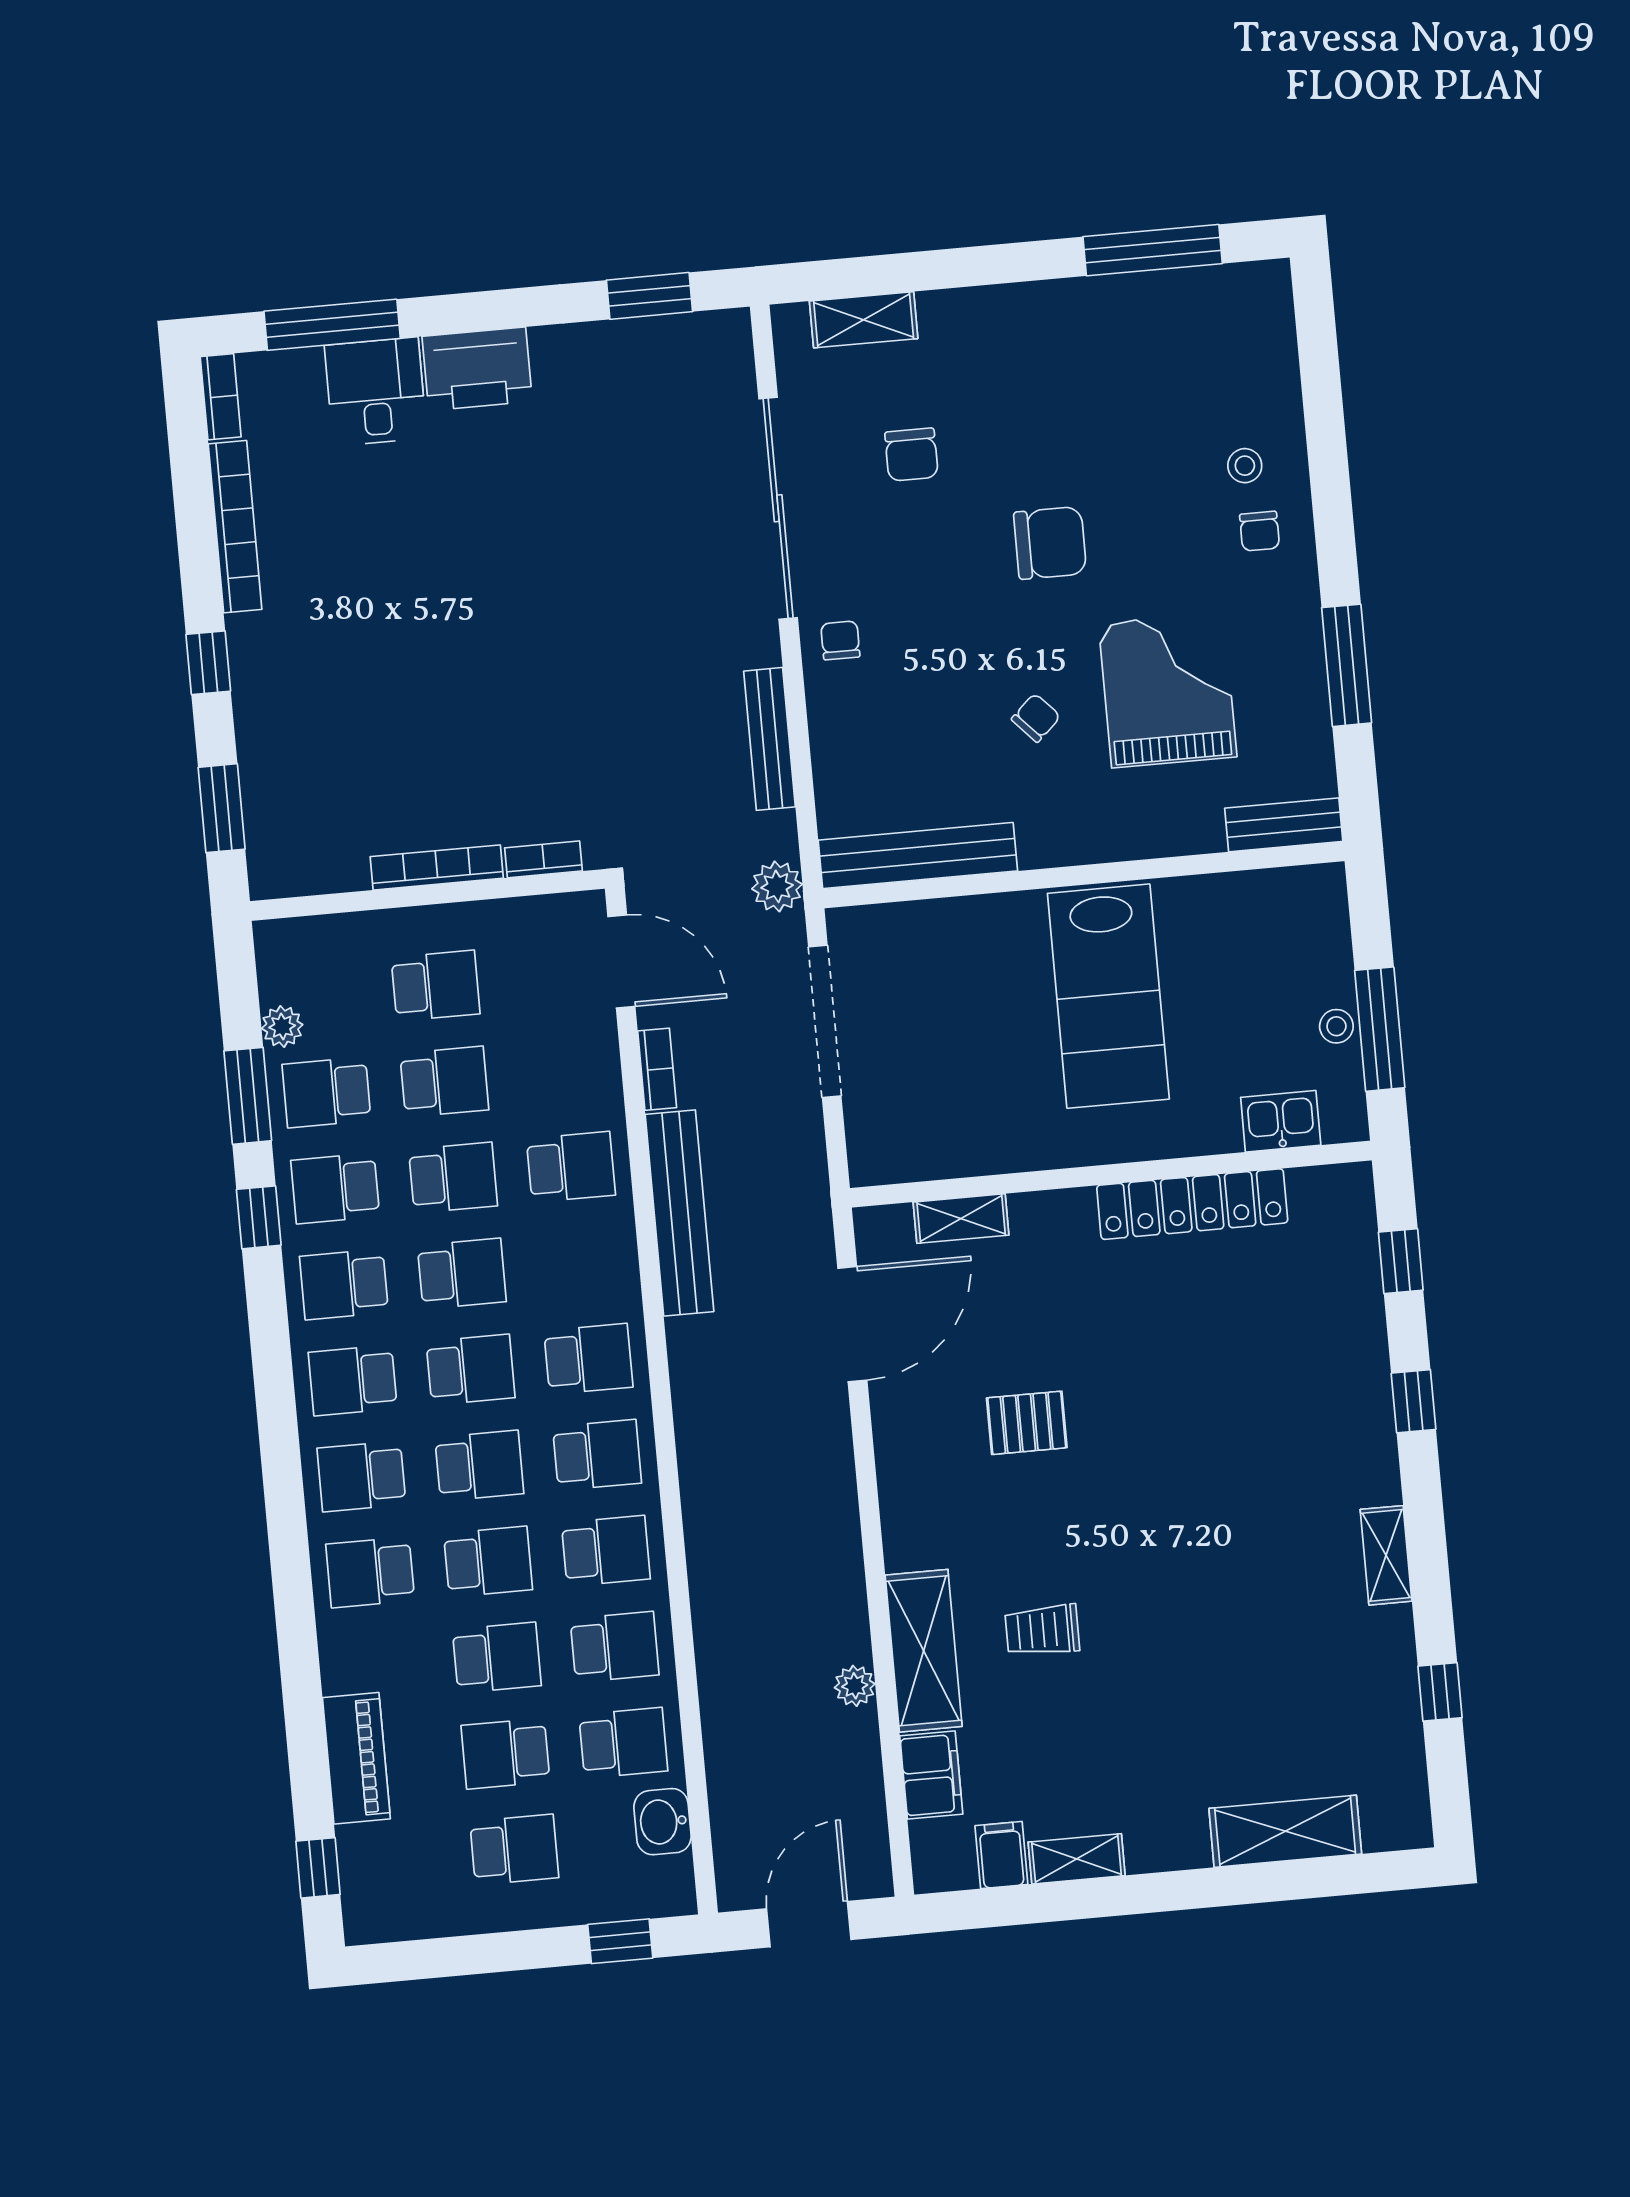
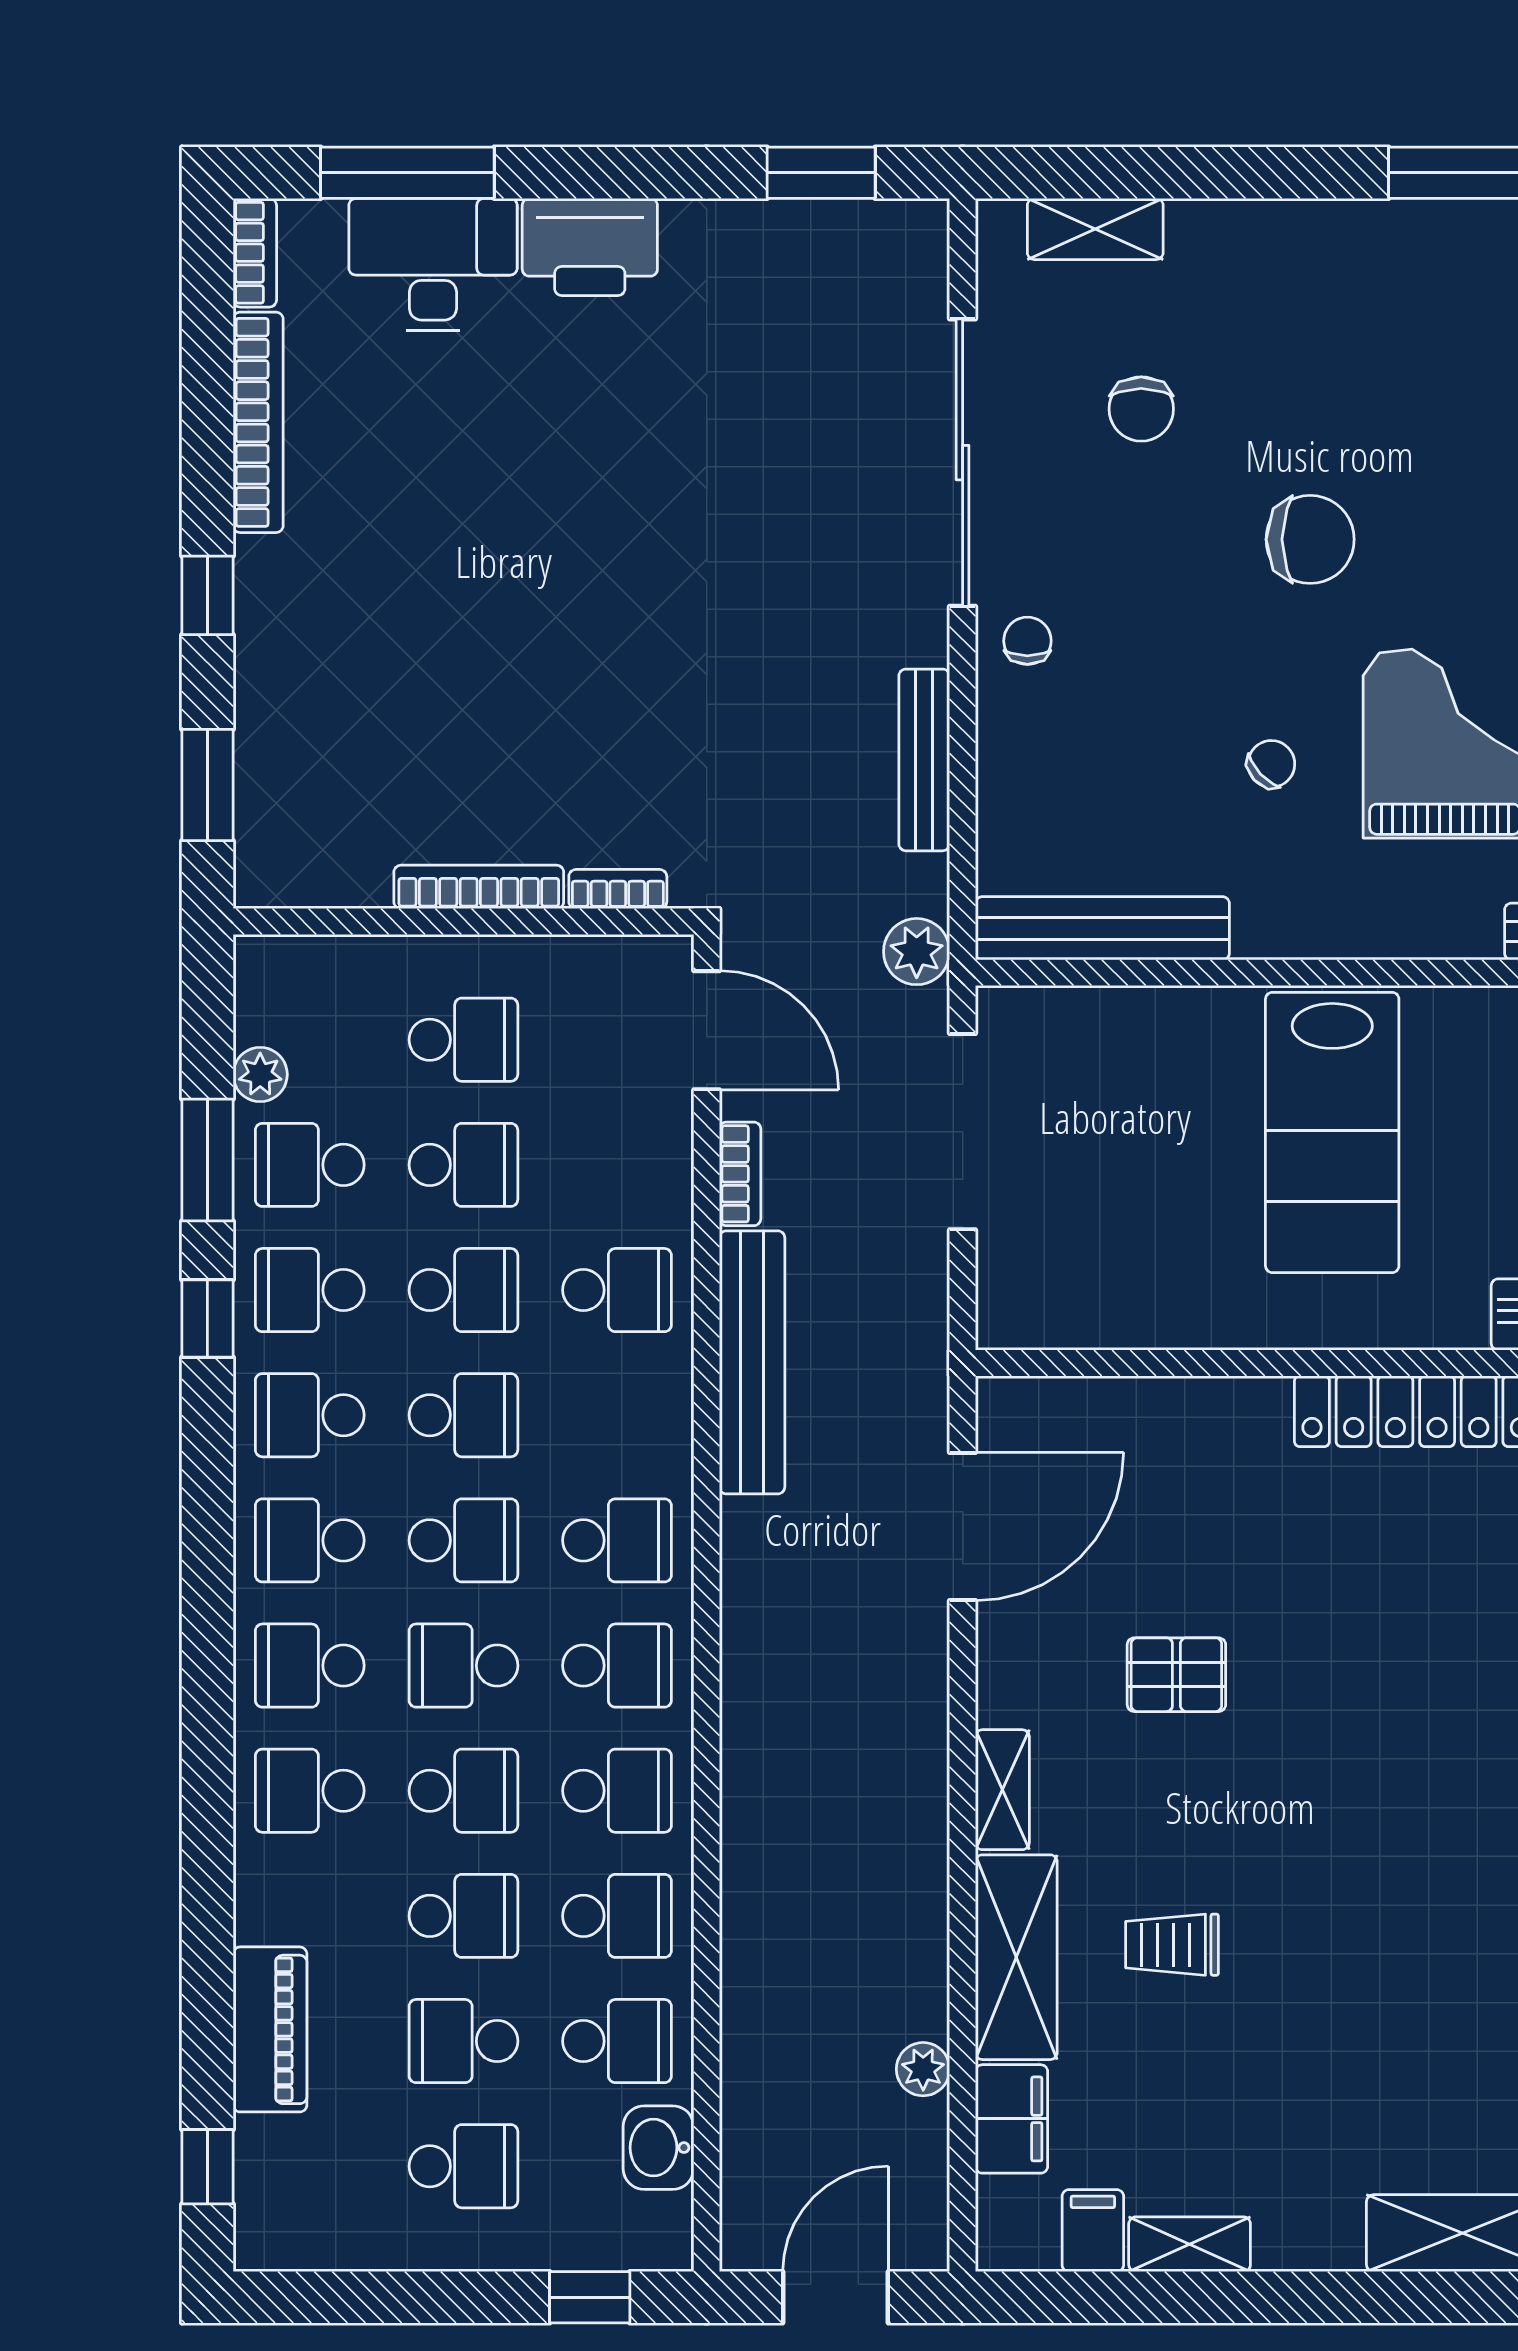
desk: (376, 392) -> (433, 265), width x1.37
shelving: (961, 1219) -> (1002, 1790), moved, turned 90
school desk: (479, 1466) -> (463, 1666), turned 180
plant: (855, 1686) -> (923, 2069), moved

